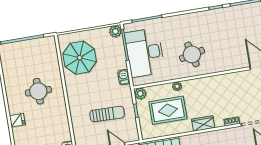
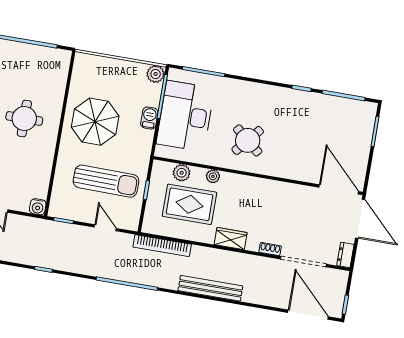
round table: (192, 54) -> (248, 140), turned -37
parasol: (80, 58) -> (95, 122), moved
barbecue: (124, 77) -> (149, 118), moved
plant: (140, 94) -> (182, 173), moved
sun lounger: (107, 114) -> (106, 181), width x1.36, depth x1.34

